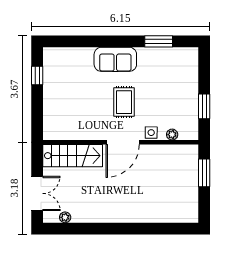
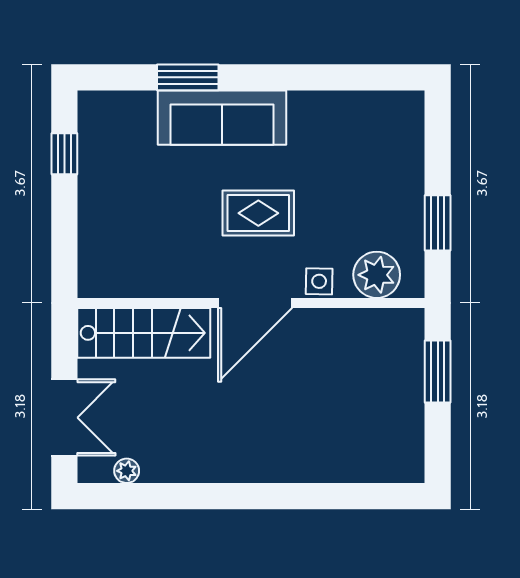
window: (159, 41) -> (188, 77), moved
sofa: (115, 59) -> (222, 118), width x1.36
rug: (124, 102) -> (258, 213), turned 90
plant: (172, 135) -> (377, 275), width x1.88, depth x1.88

